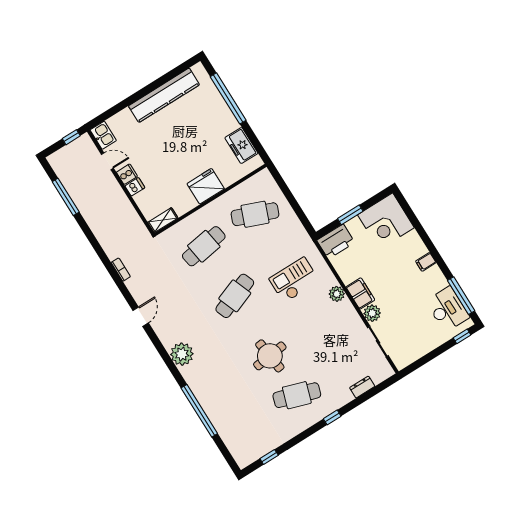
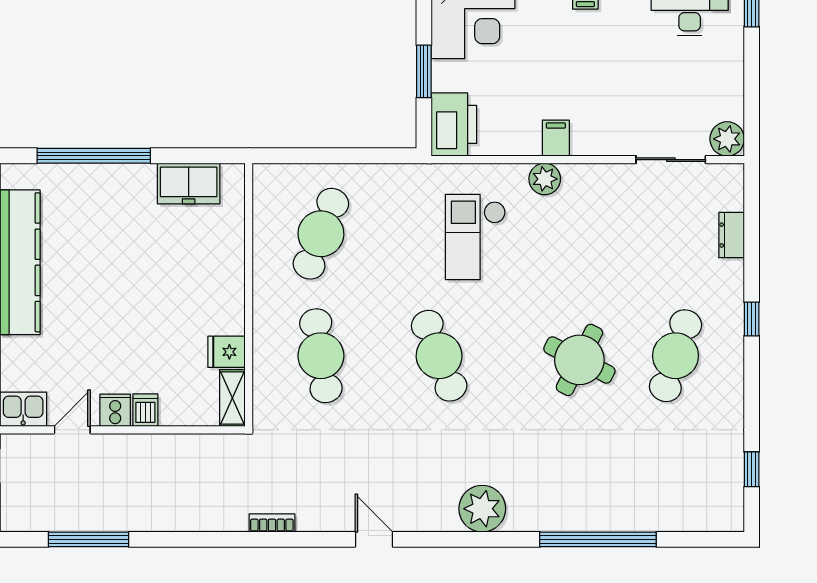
fridge: (206, 186) -> (226, 352), moved, width x0.53, depth x0.75
filing cabinet: (360, 293) -> (556, 138), width x0.50
plant: (372, 313) -> (727, 139), moved
round table: (270, 356) -> (579, 360), turned 34

